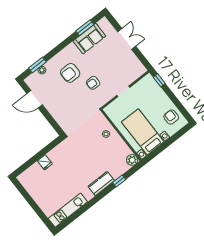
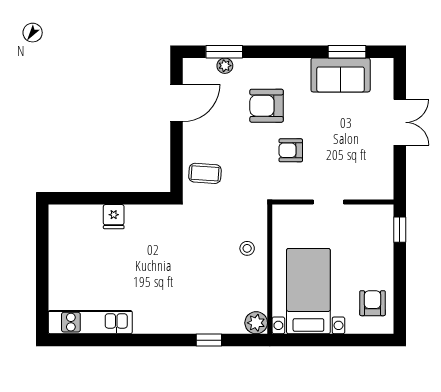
door: (35, 99) -> (177, 103), swing flipped
coffee table: (67, 118) -> (205, 173), added
kitchen counter: (101, 184) -> (177, 322), removed

